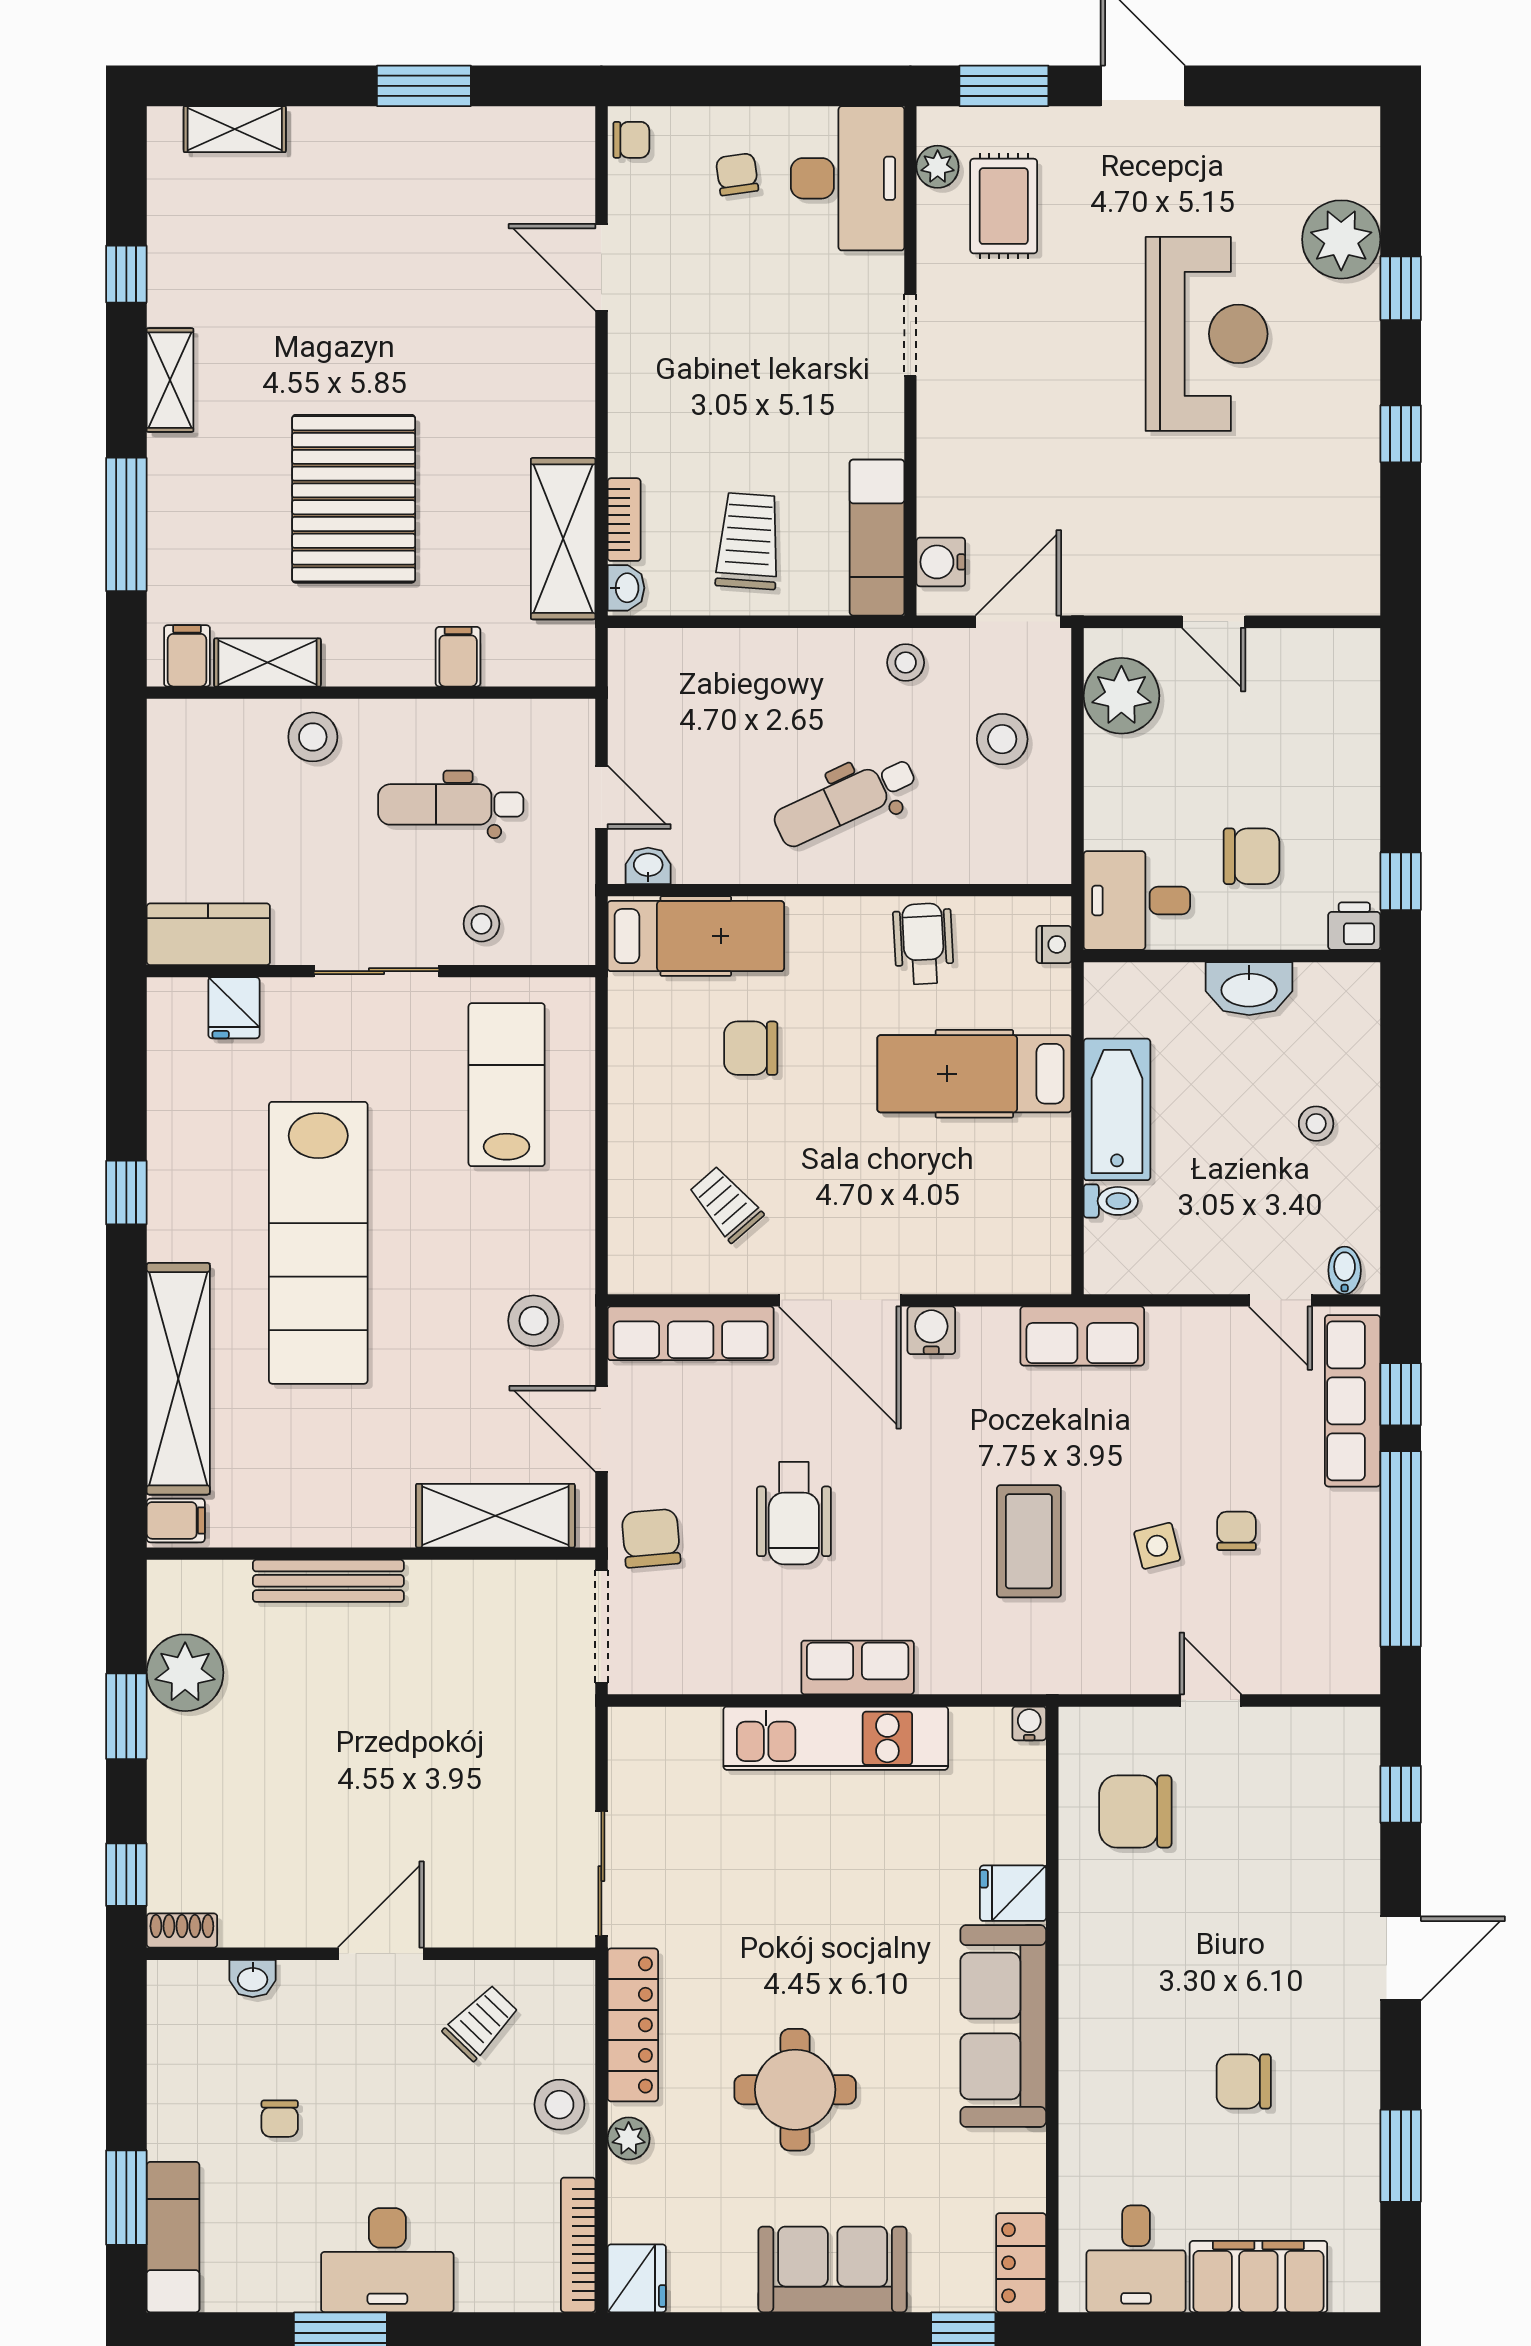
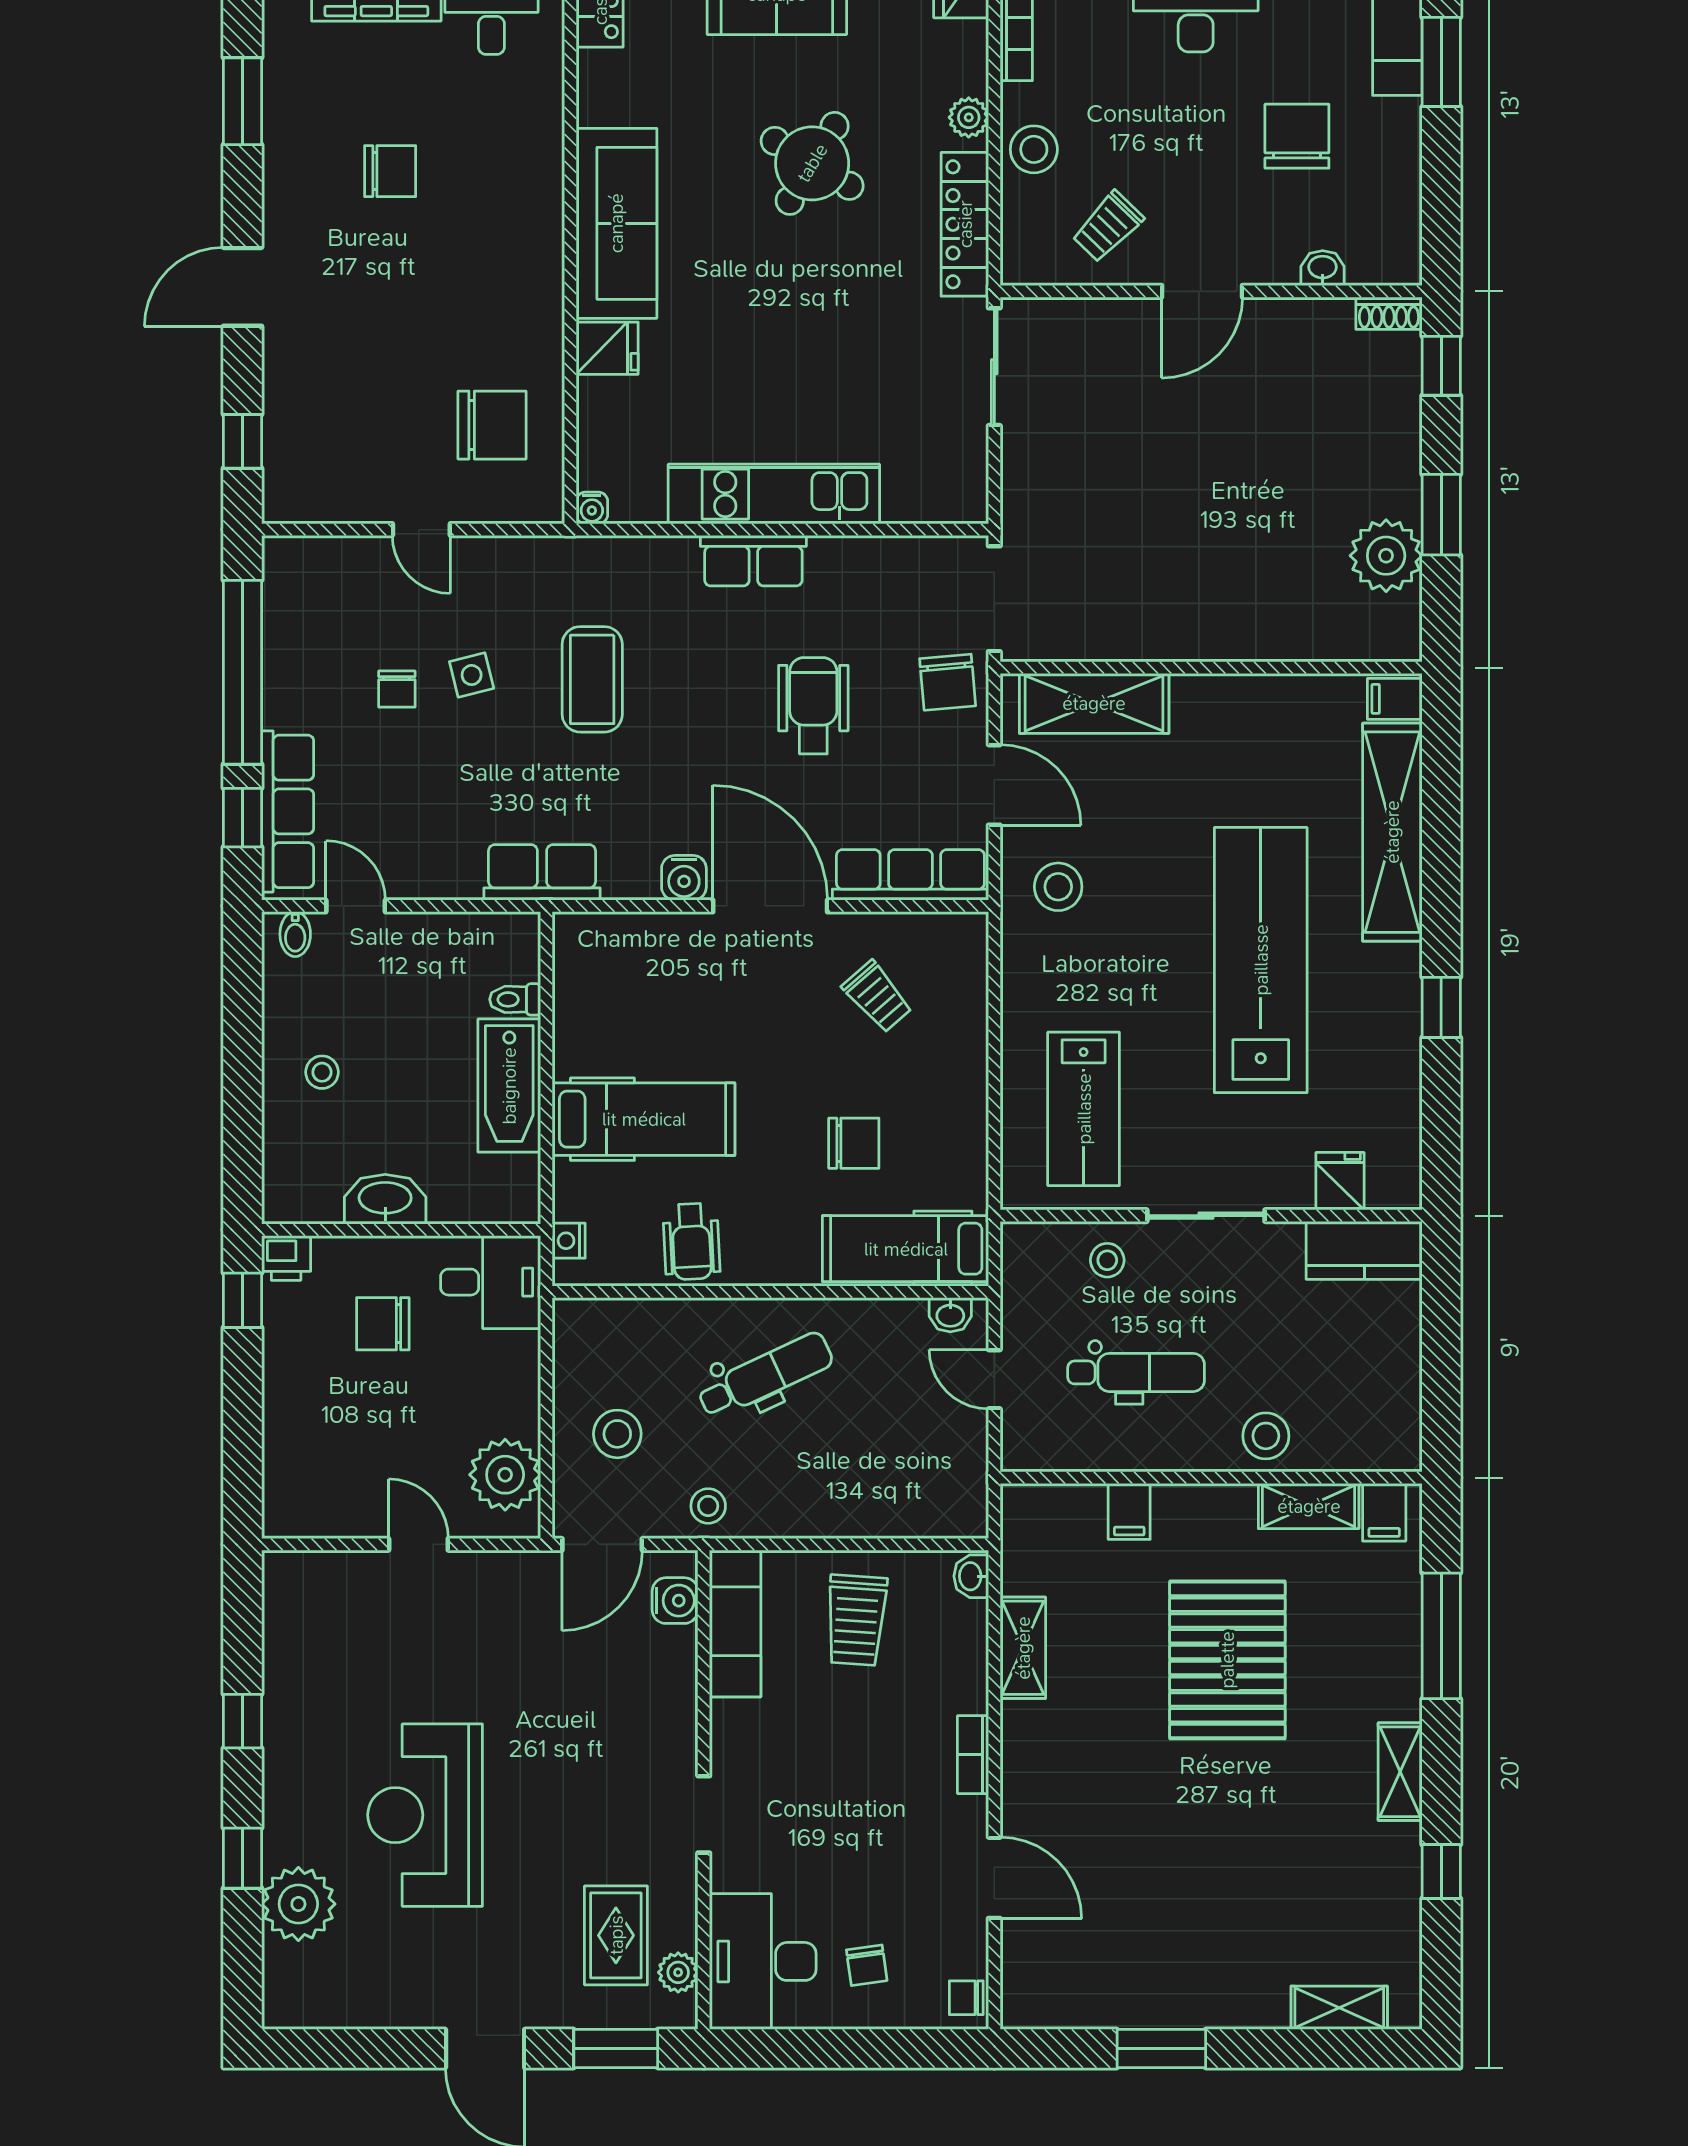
bookcase: (624, 520) -> (973, 1755), moved
shelving: (563, 539) -> (1023, 1648), width x0.67, depth x0.75
bench: (328, 1581) -> (1251, 642), removed
round table: (795, 2090) -> (812, 163), turned 31
chair: (280, 2119) -> (1297, 136), width x1.87, depth x1.87

